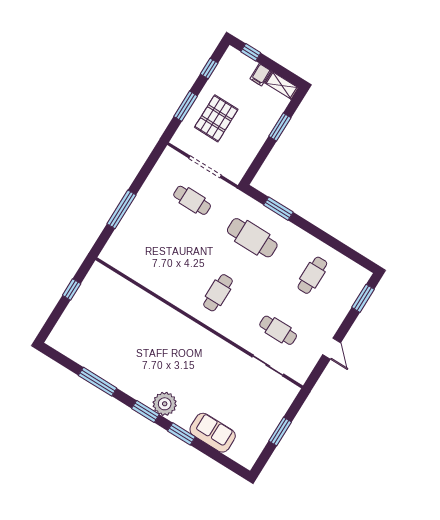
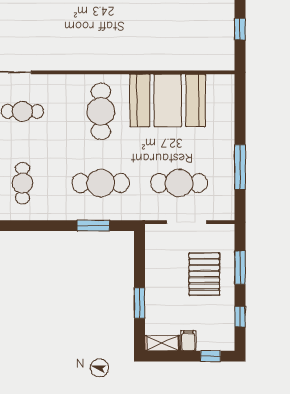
cafe table: (192, 200) -> (179, 183), width x1.37, depth x1.35
window: (121, 209) -> (240, 167), moved
booth: (161, 269) -> (168, 100), added
cafe table: (218, 293) -> (101, 111), width x1.37, depth x1.35

